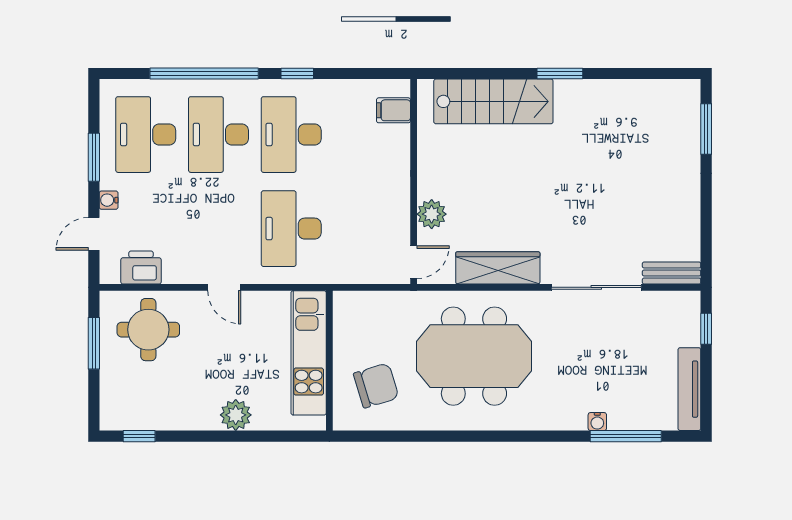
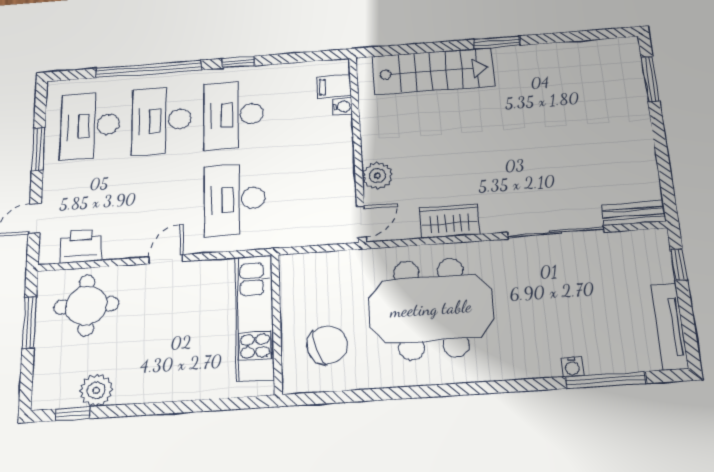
water cooler: (109, 200) -> (343, 107), moved, turned 180
wardrobe: (498, 268) -> (450, 221), width x0.67
door: (224, 287) -> (166, 259), swing flipped
plant: (236, 415) -> (96, 390), moved

